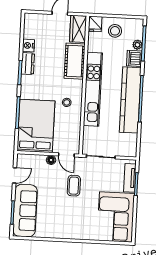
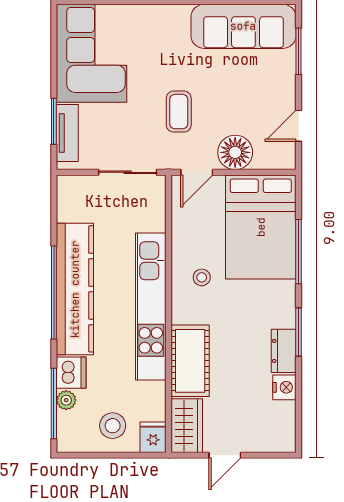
door: (66, 155) -> (197, 172), swing flipped
floor lamp: (51, 160) -> (235, 152), width x1.89, depth x1.89
sofa: (25, 211) -> (243, 26), moved, turned -90

